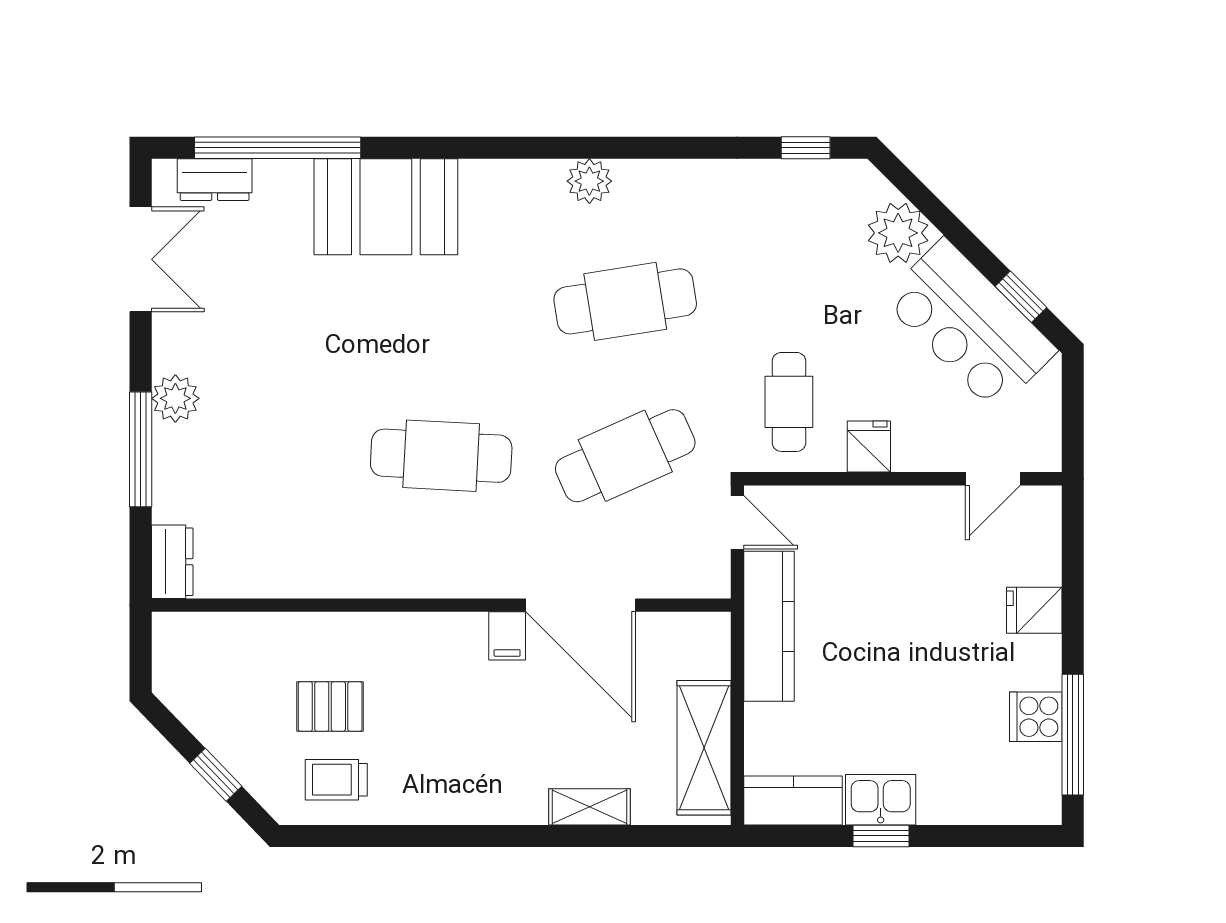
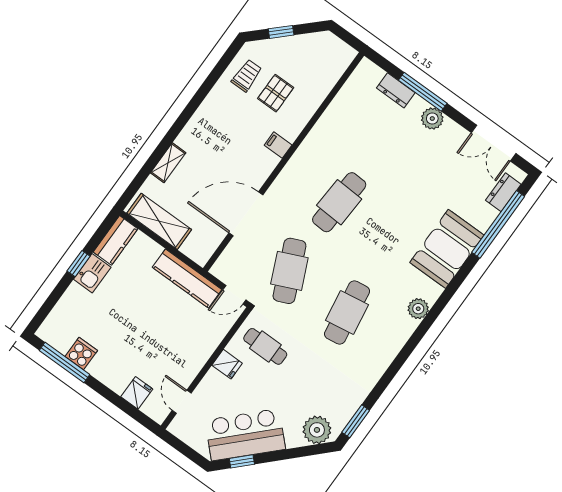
window: (806, 148) -> (356, 421), width x1.50
plant: (589, 181) -> (418, 309), moved
plant: (898, 233) -> (317, 430), moved
dresser: (172, 562) -> (396, 90), moved
fridge: (1034, 610) -> (137, 393), moved
filing cabinet: (507, 636) -> (278, 145), moved

